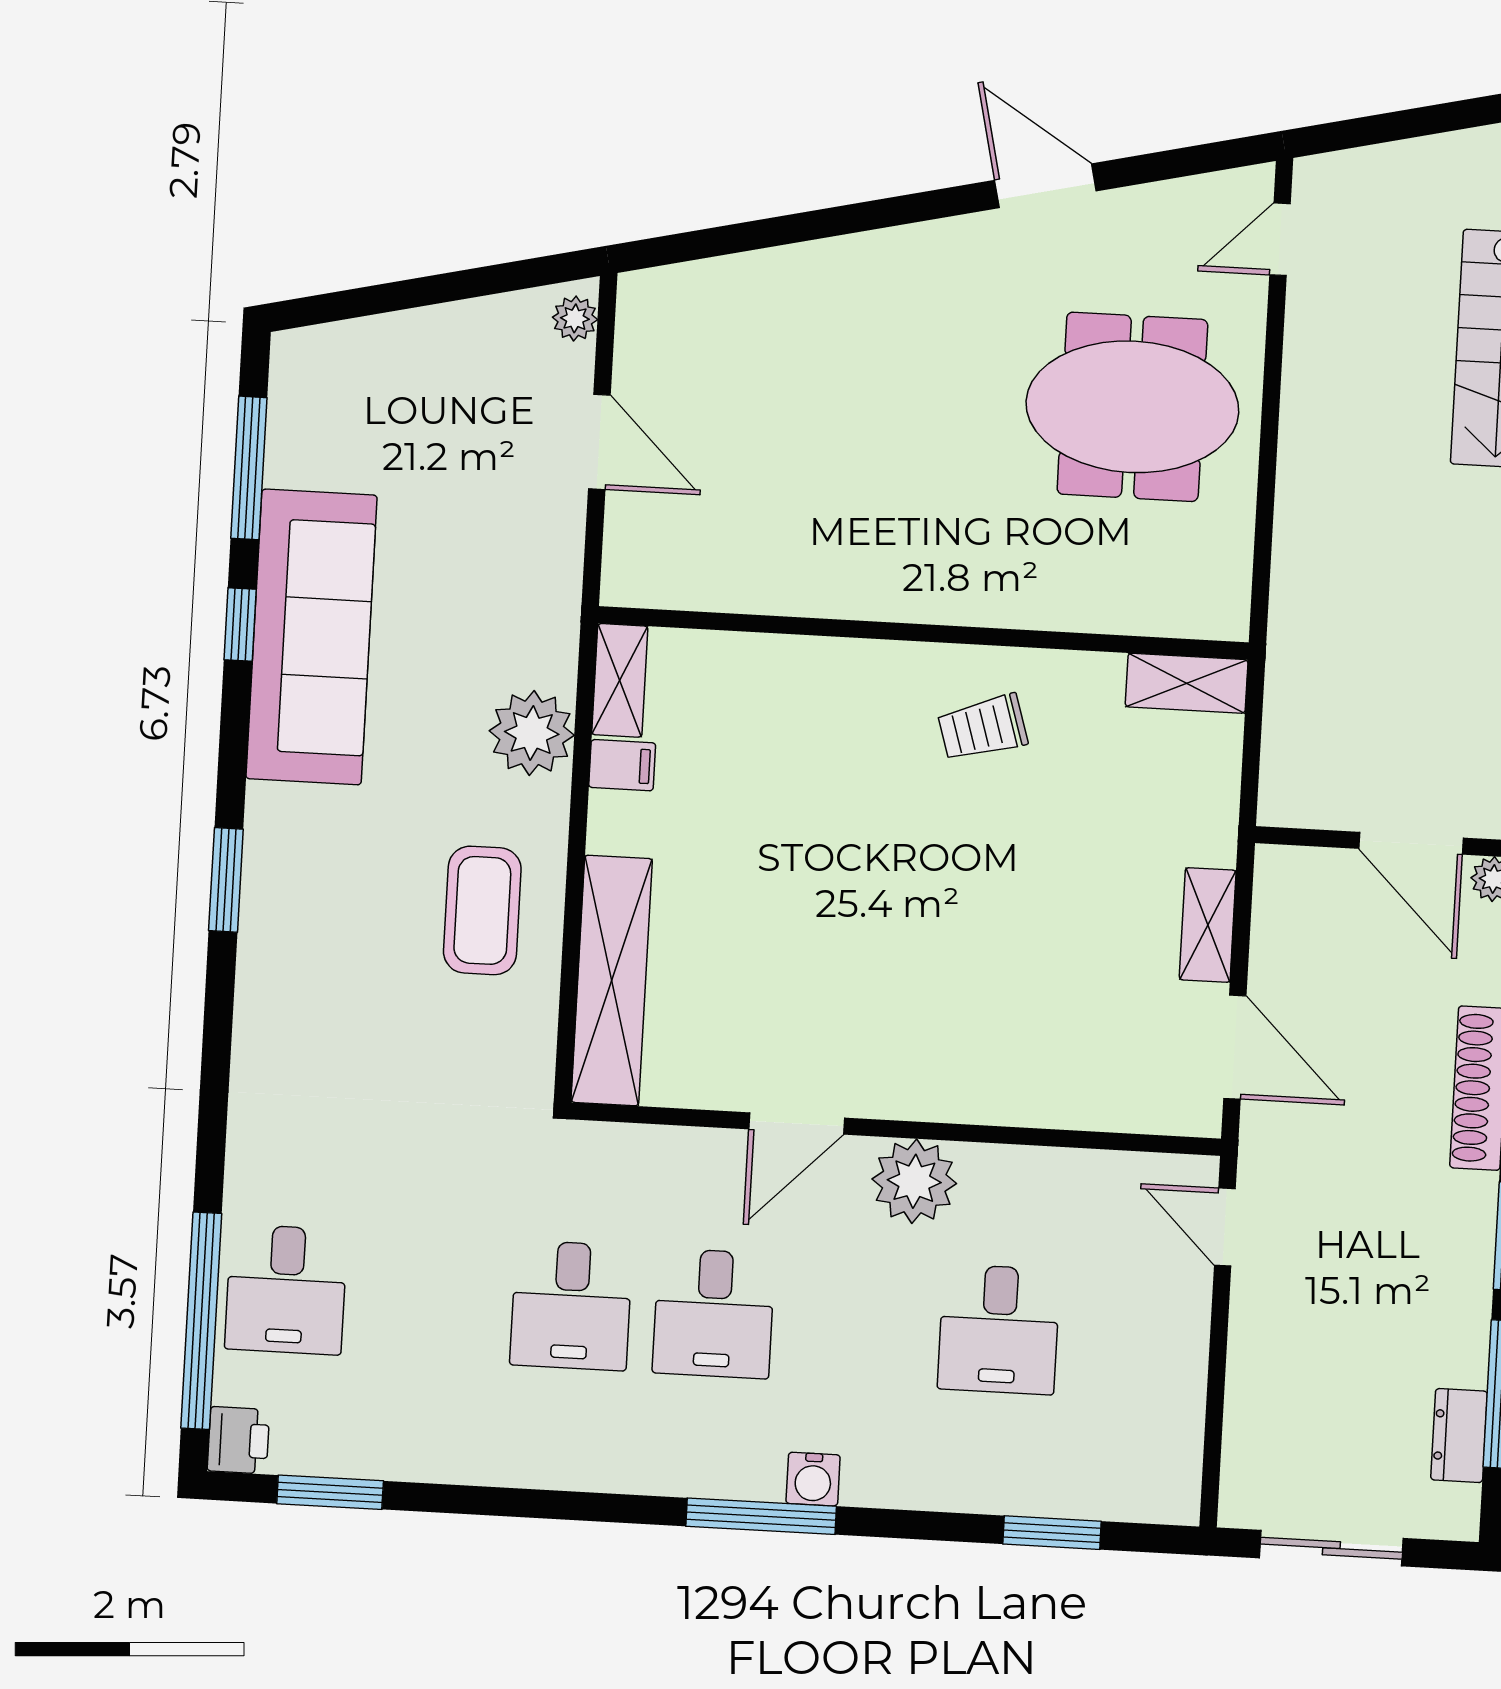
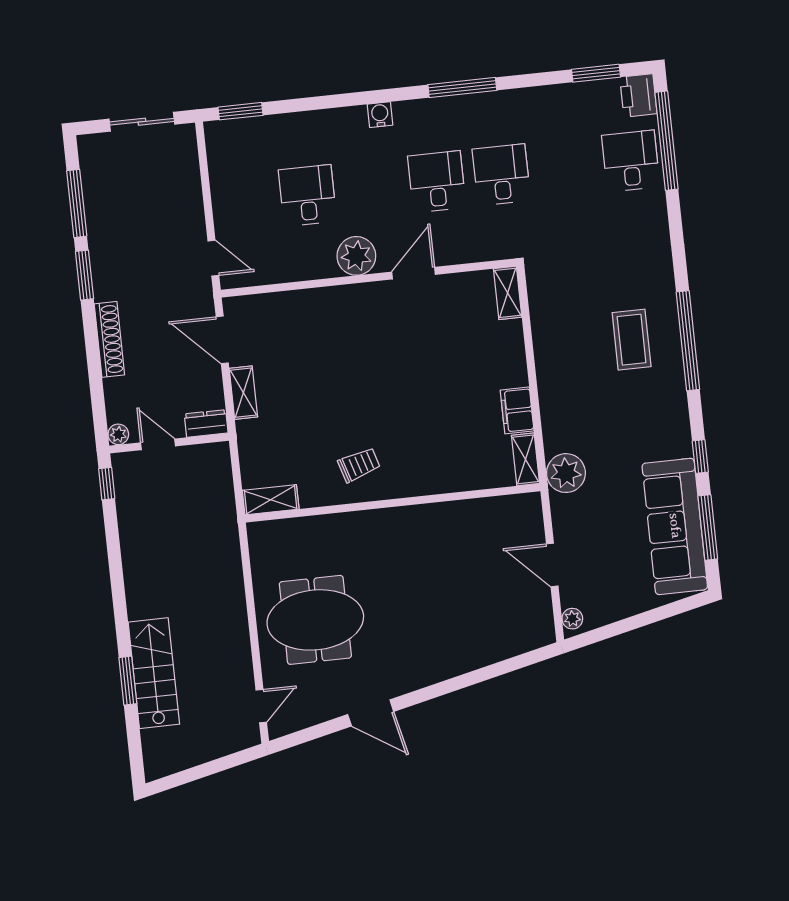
sofa: (311, 637) -> (675, 526), moved
plant: (532, 733) -> (566, 473), moved
filing cabinet: (622, 765) -> (517, 410), width x2.00
door: (1411, 843) -> (158, 444), width x0.73
window: (226, 880) -> (688, 341), width x2.11
coffee table: (482, 910) -> (632, 340), moved
shelving: (612, 980) -> (508, 293), width x0.45, depth x0.75
dresser: (1459, 1436) -> (206, 423), moved, turned -90
printer: (238, 1440) -> (638, 95), width x1.36, depth x1.24
window: (761, 1516) -> (462, 87), moved
window: (1052, 1533) -> (241, 111), moved

